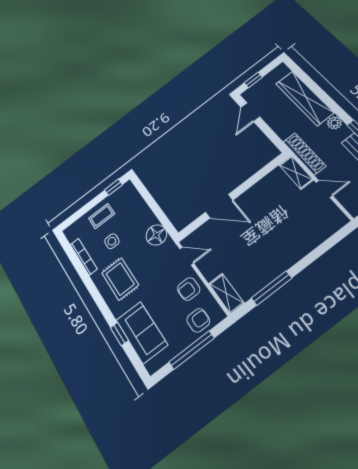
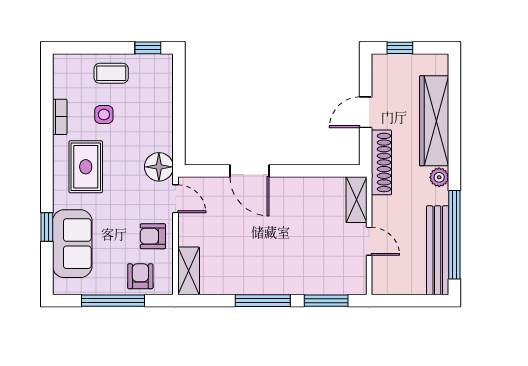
door: (250, 112) -> (366, 112), moved
shoe rack: (304, 154) -> (381, 162), moved
floor lamp: (156, 235) -> (159, 167), moved
window: (328, 244) -> (326, 301), added
bookcase: (84, 257) -> (60, 117), width x0.64
window: (271, 288) -> (263, 301), moved
armchair: (198, 320) -> (140, 276), turned -90

